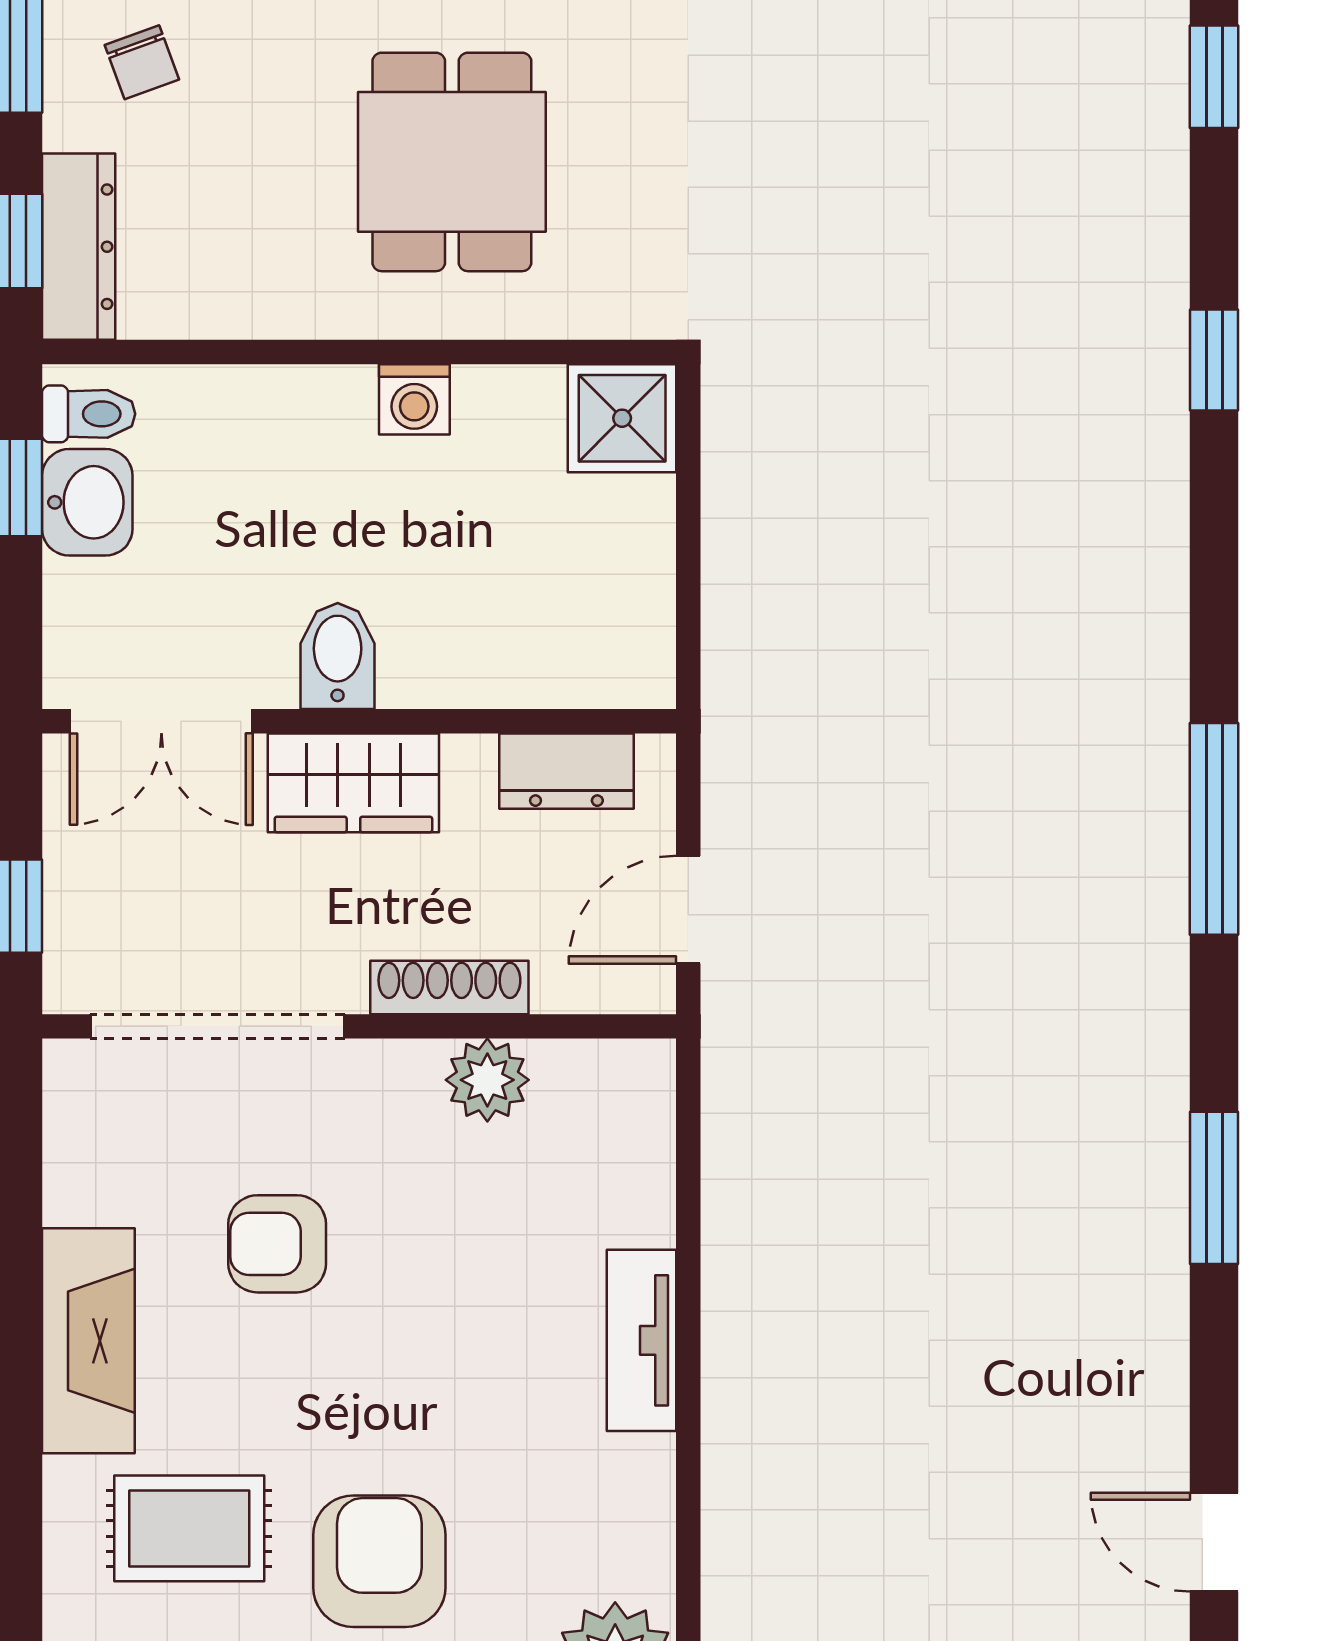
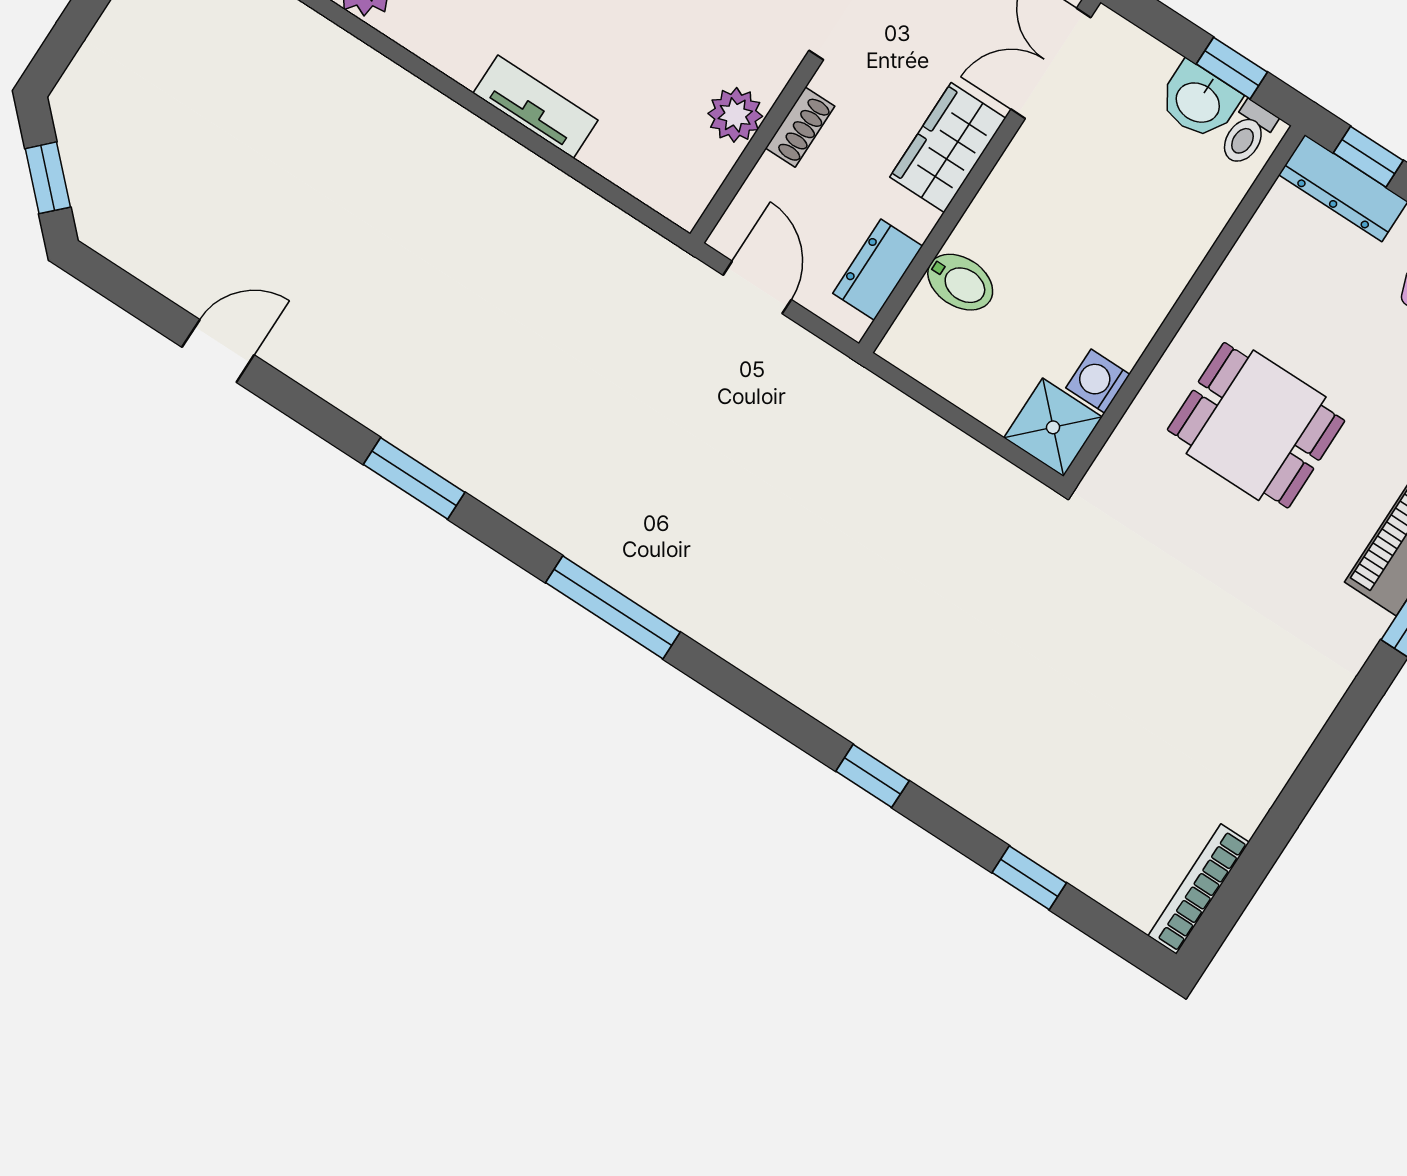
washing machine: (414, 399) -> (1098, 381), moved
bidet: (338, 656) -> (960, 282), moved
shoe rack: (449, 987) -> (800, 127), width x0.70

